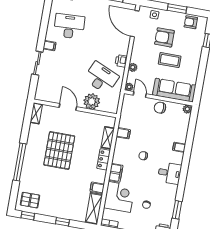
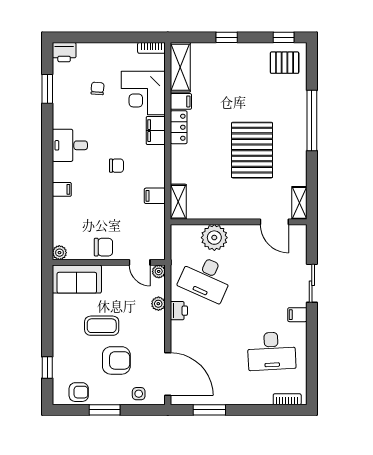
sofa: (174, 90) -> (77, 279), width x0.73
door: (68, 107) -> (274, 222), moved
shelving: (108, 138) -> (178, 202), moved
locker: (104, 159) -> (179, 127), moved

